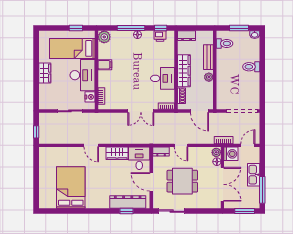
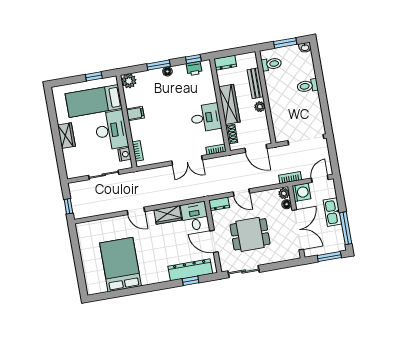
window: (131, 28) -> (158, 65), width x0.69

